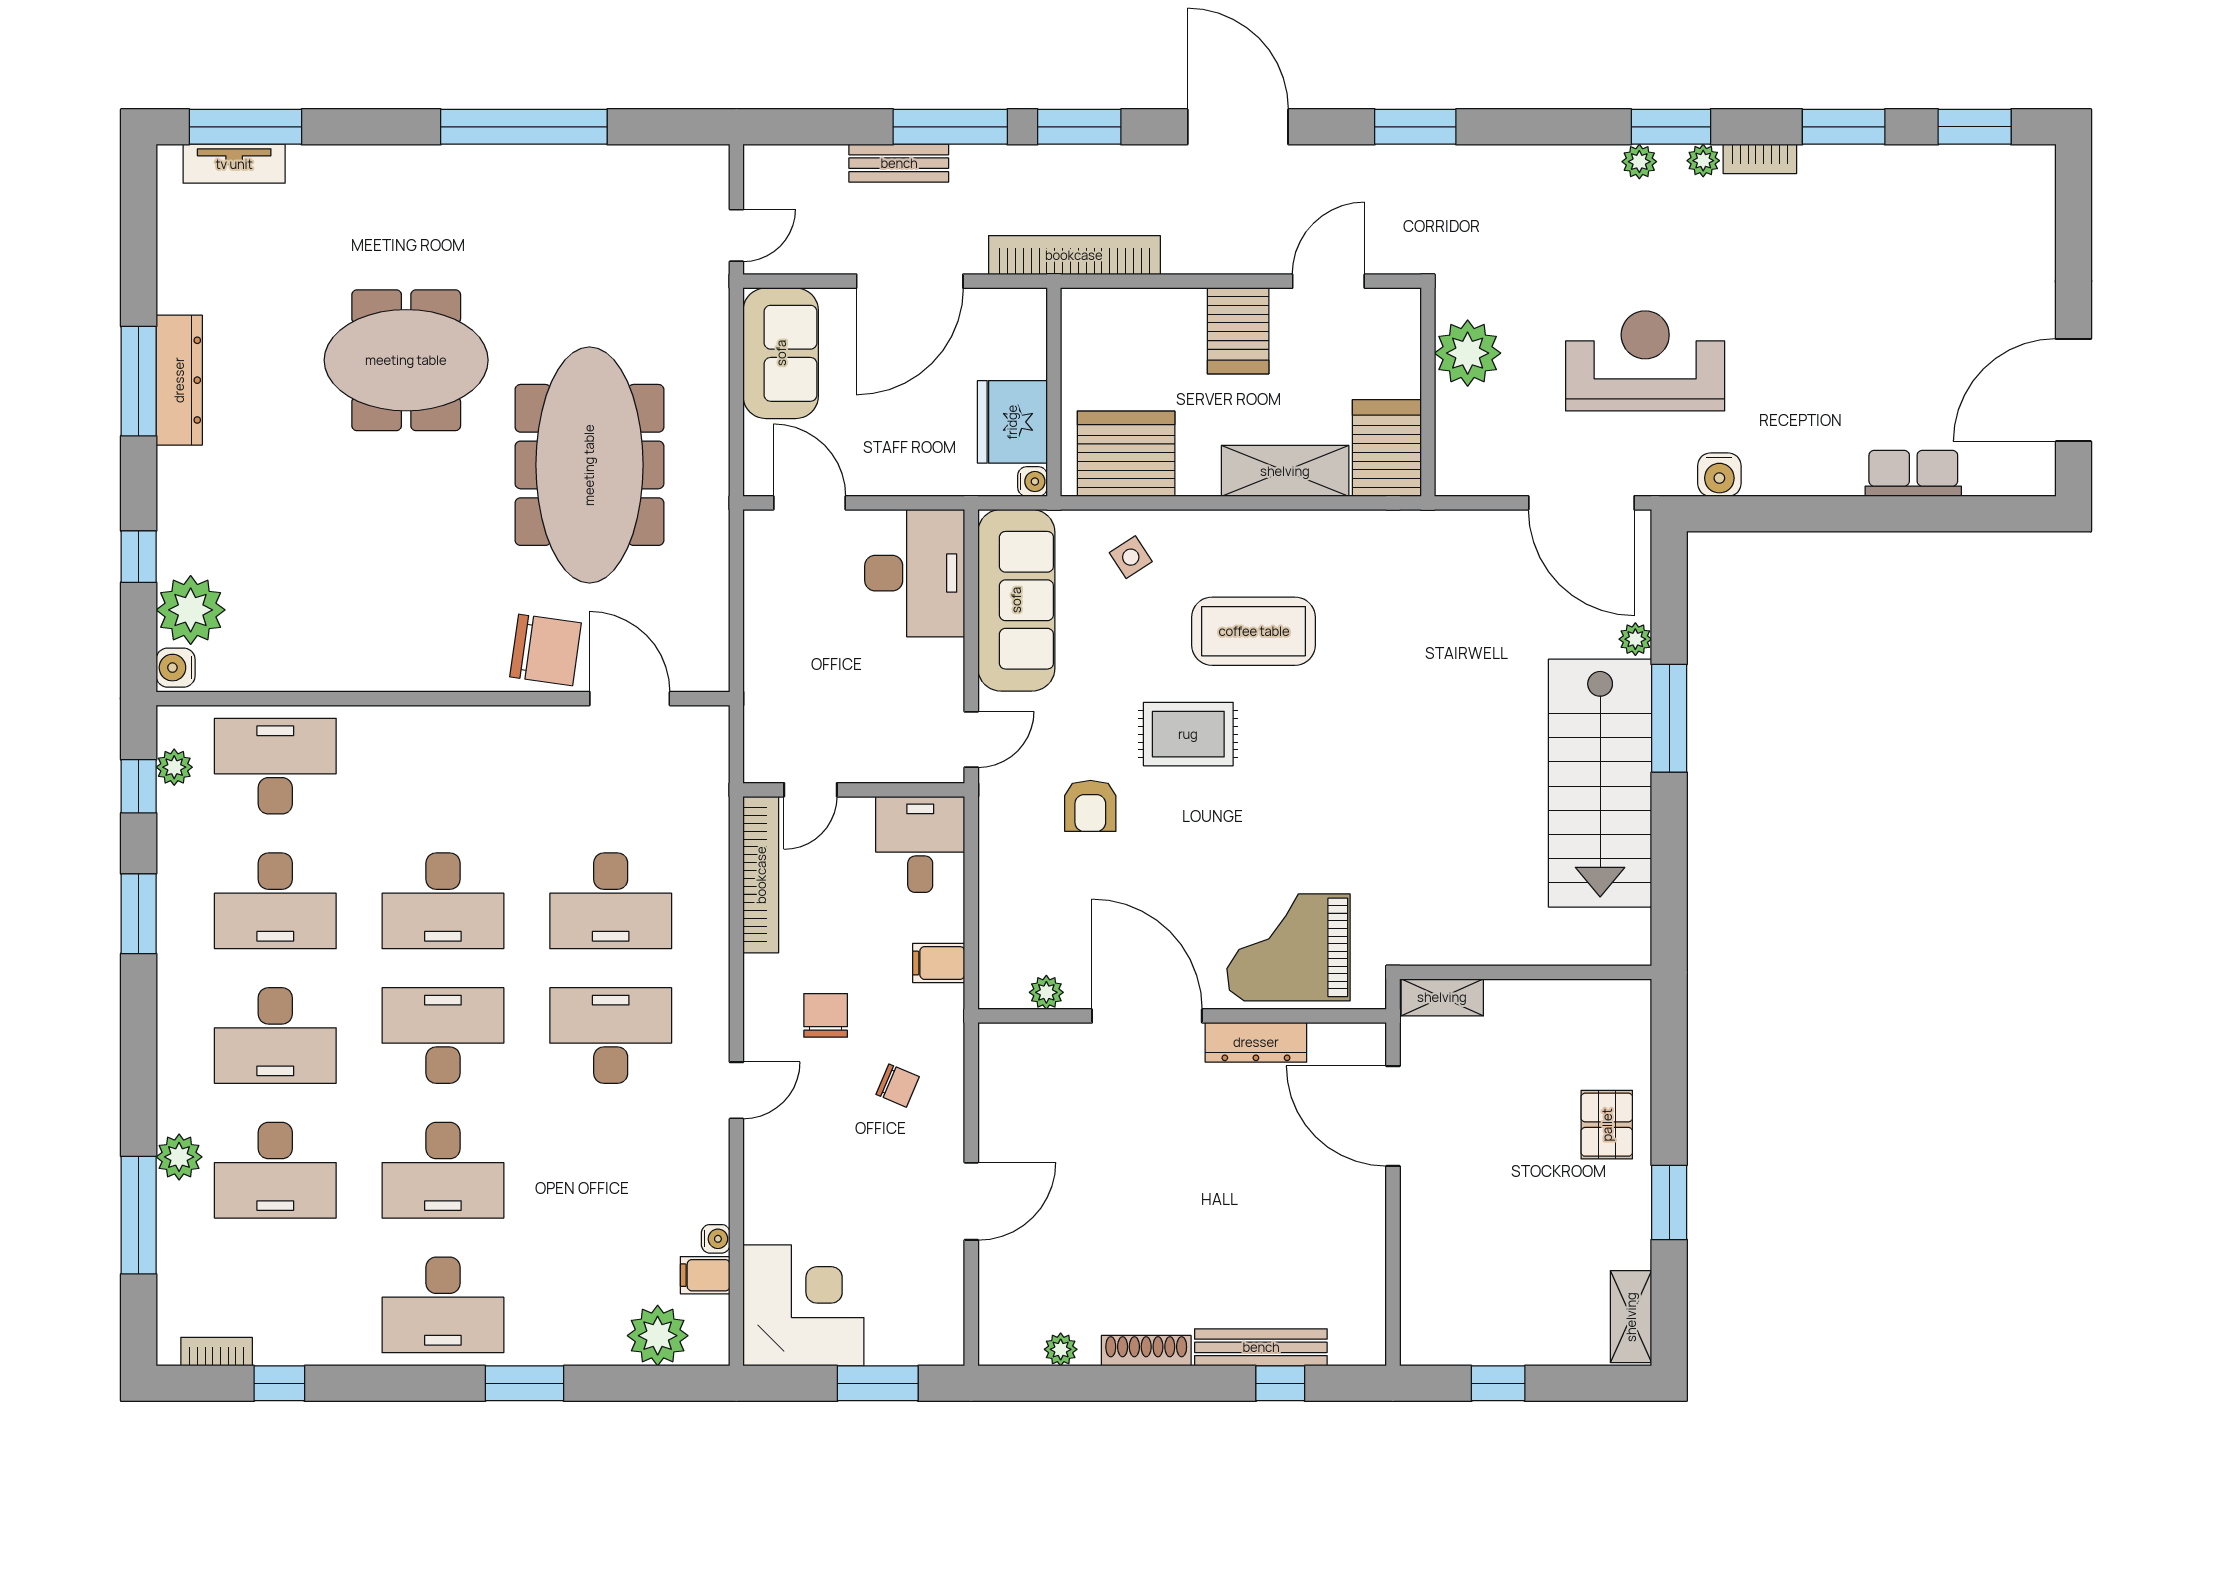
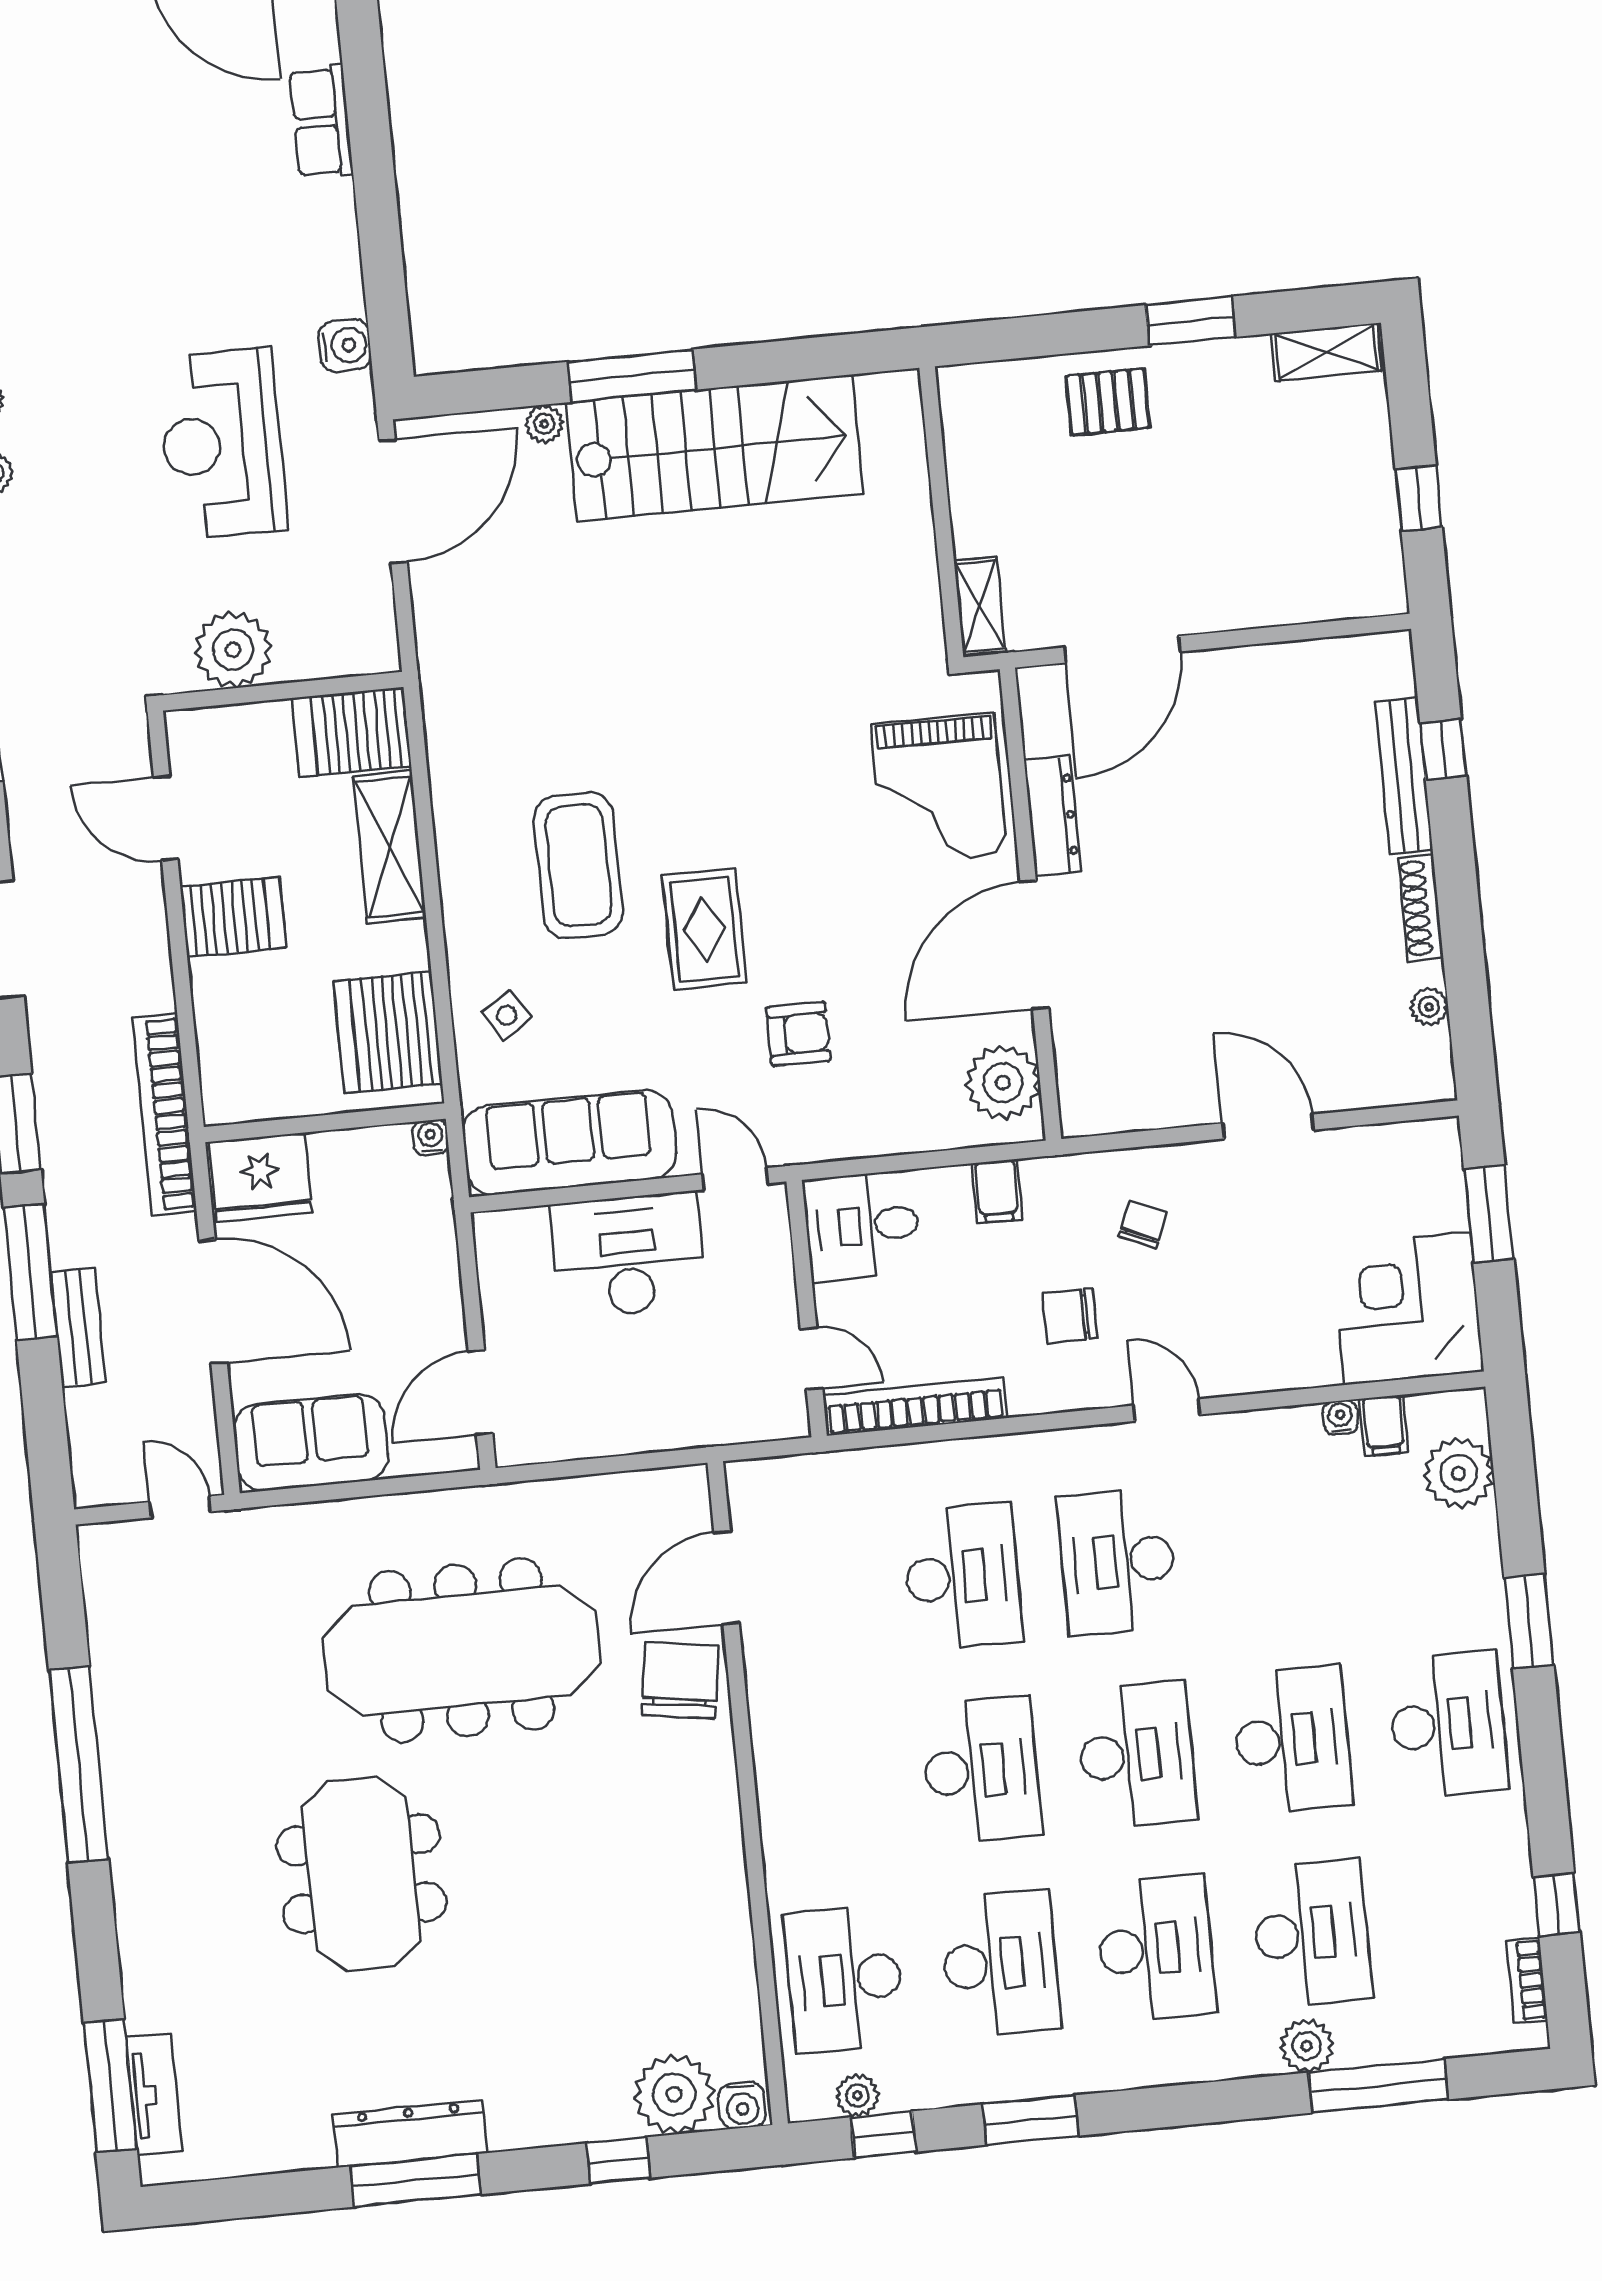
fridge: (1012, 422) -> (260, 1177), moved
desk: (915, 573) -> (628, 1255), moved
plant: (1046, 992) -> (1003, 1082), width x1.88, depth x1.88
desk: (443, 1036) -> (1137, 1755), turned 180

